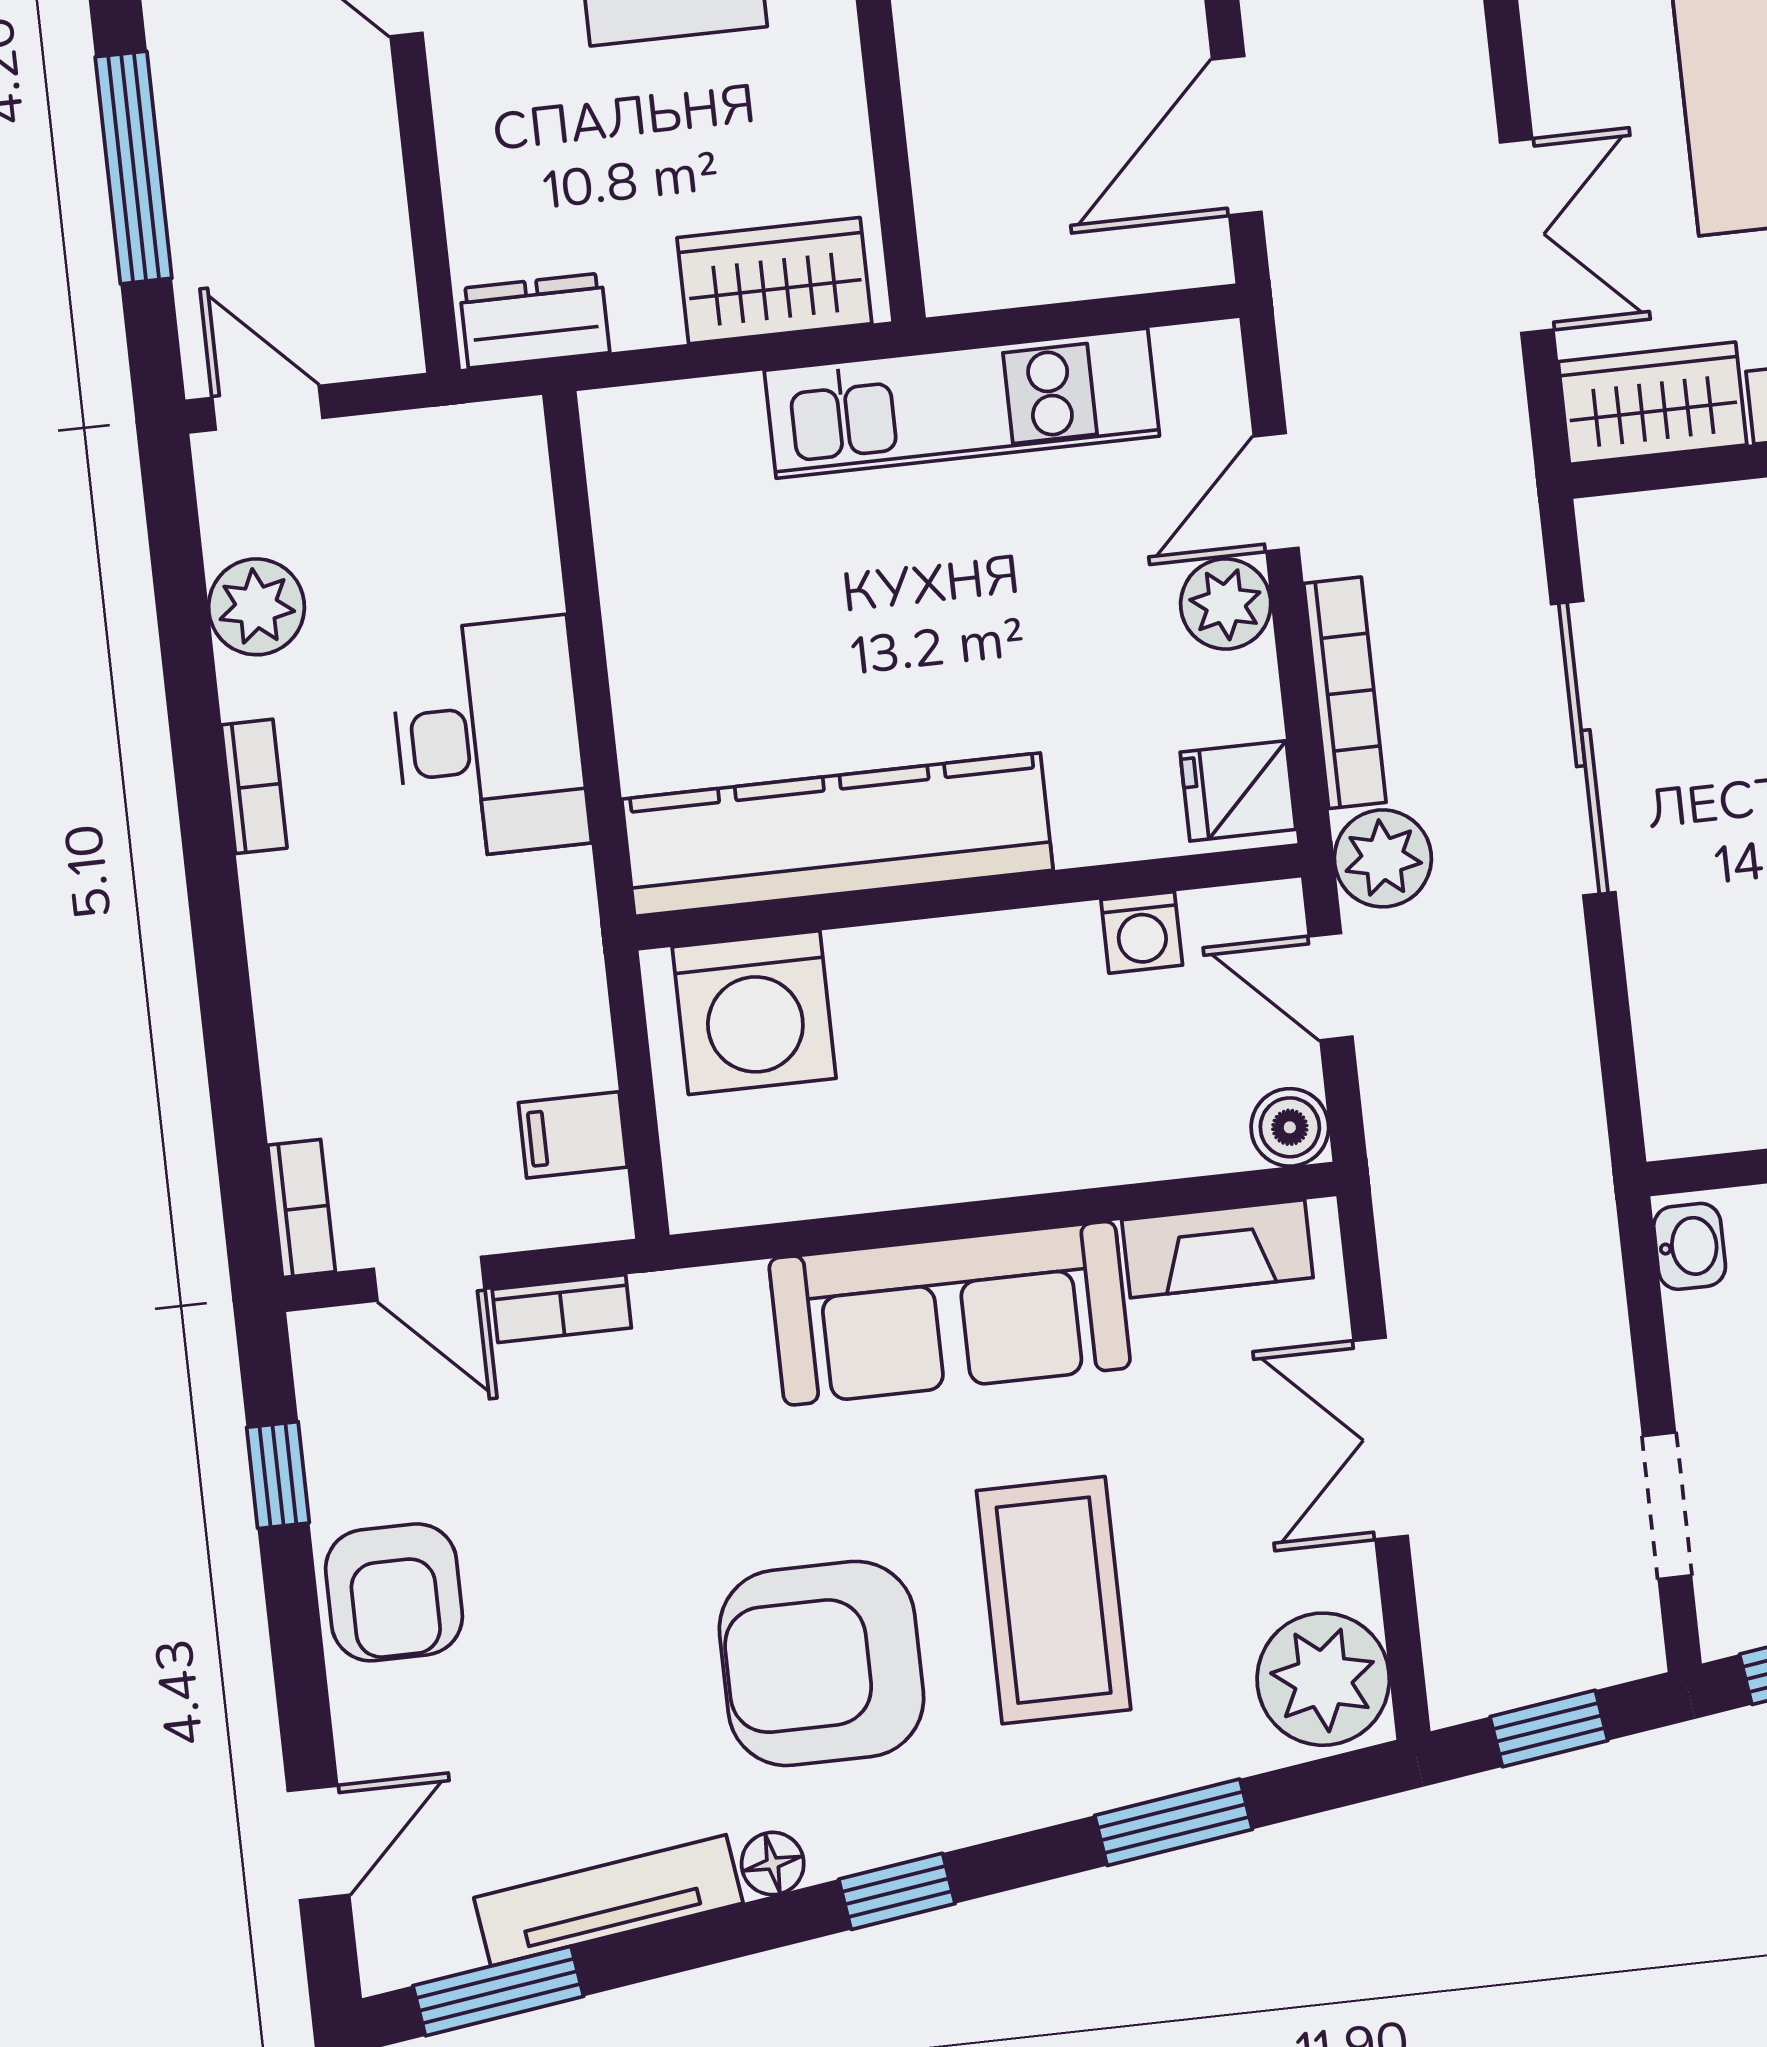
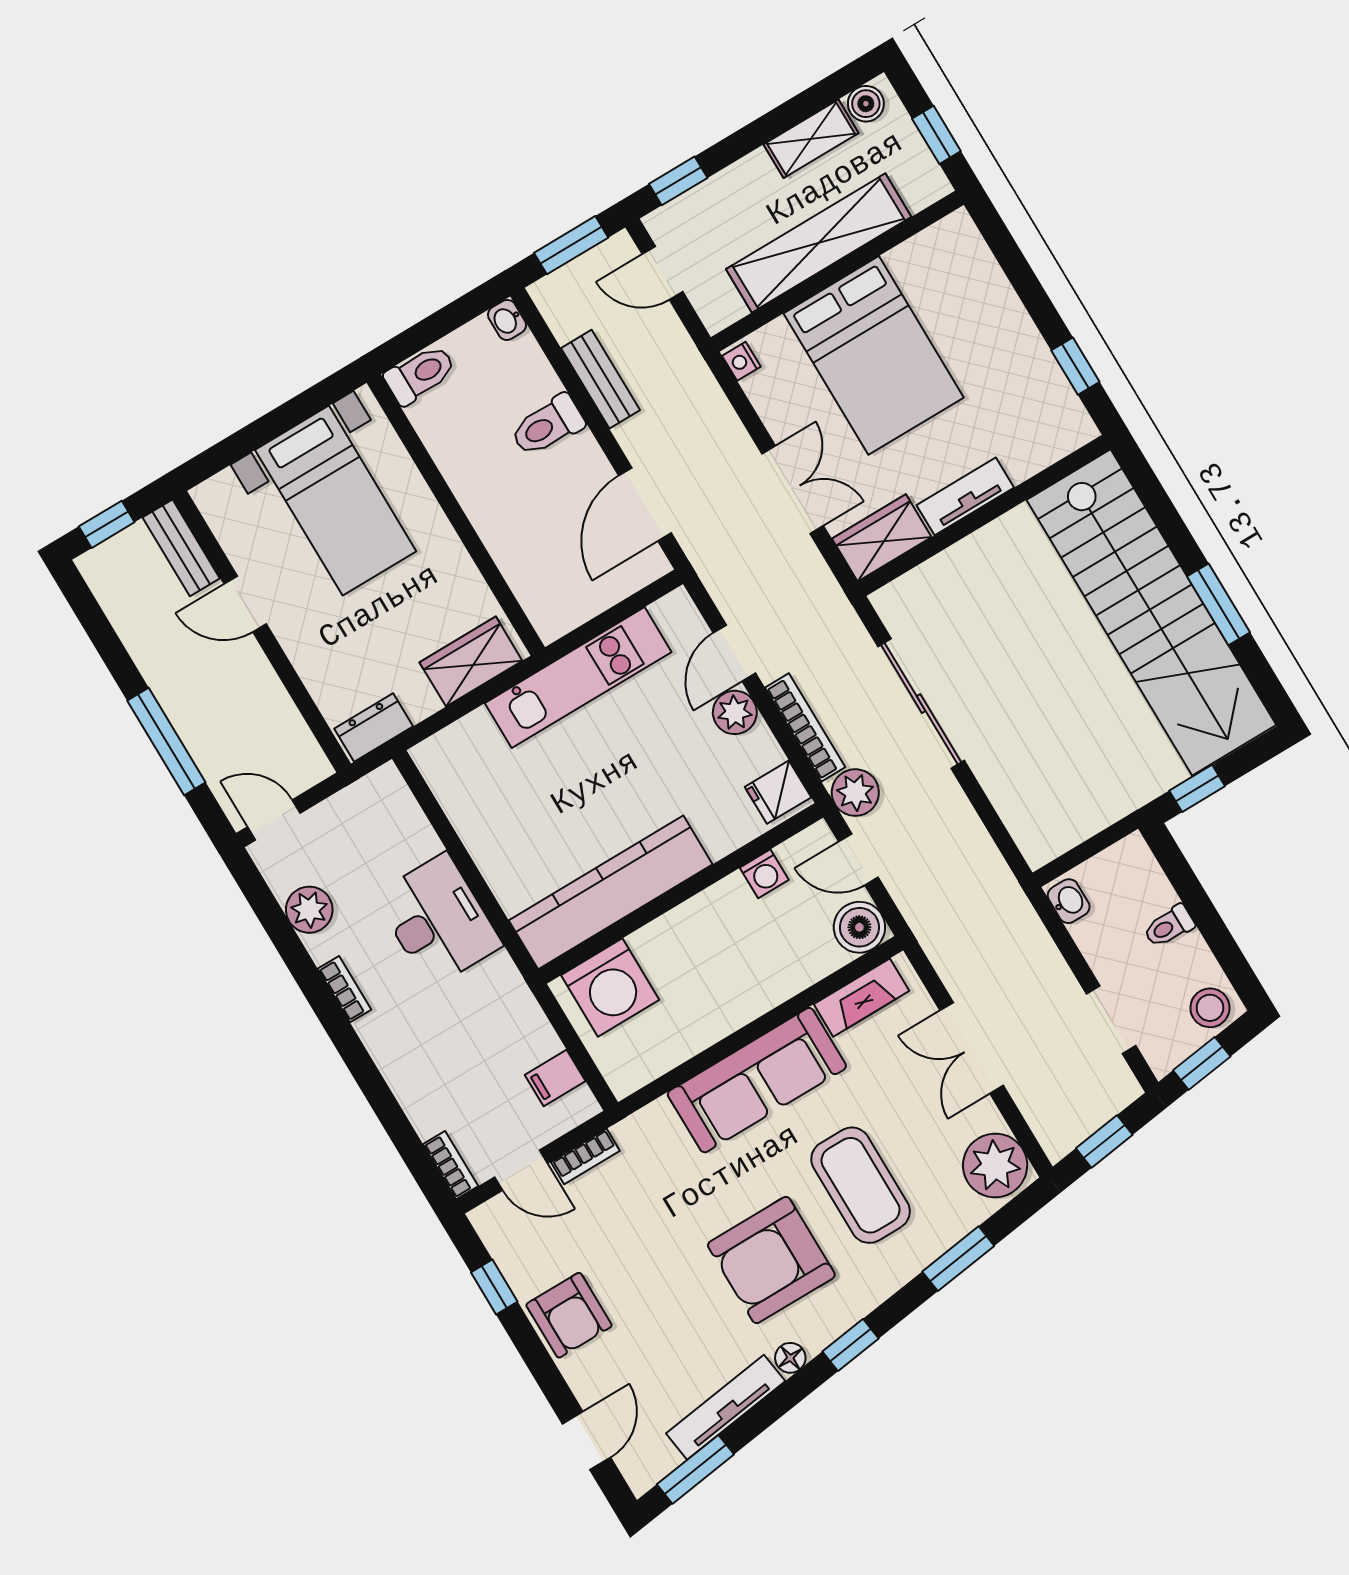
boiler: (1290, 1127) -> (859, 927), width x1.36, depth x1.36

